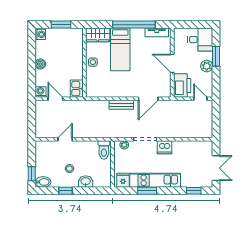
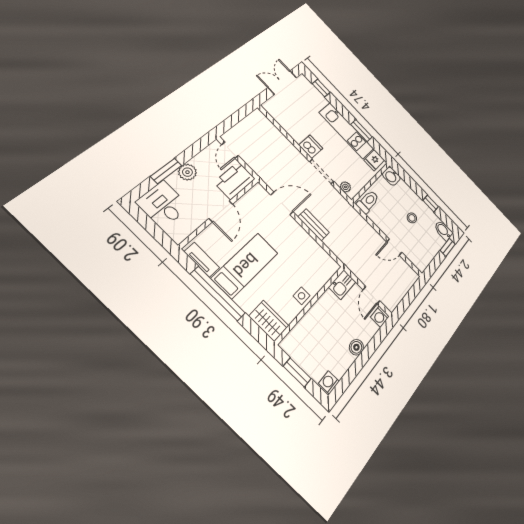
bed: (120, 49) -> (245, 265), moved
washbasin: (86, 182) -> (391, 176), moved

